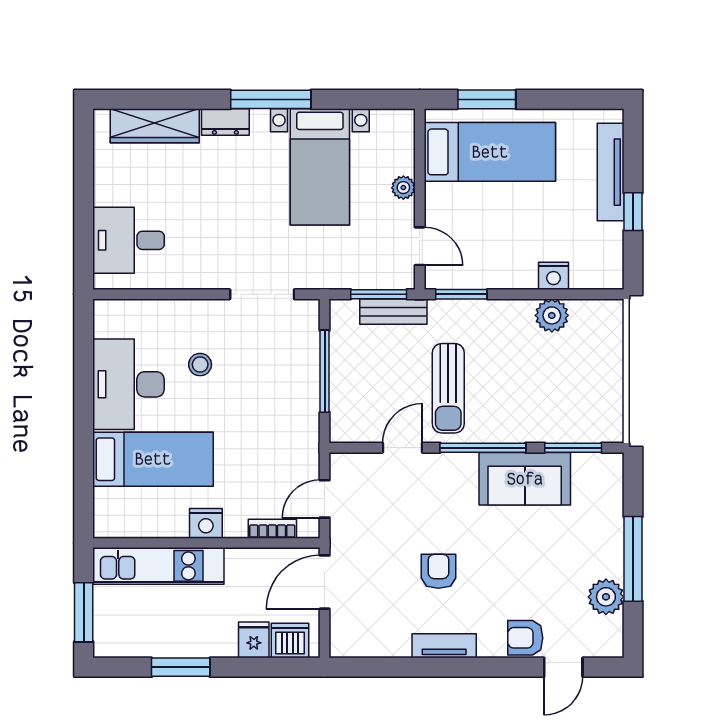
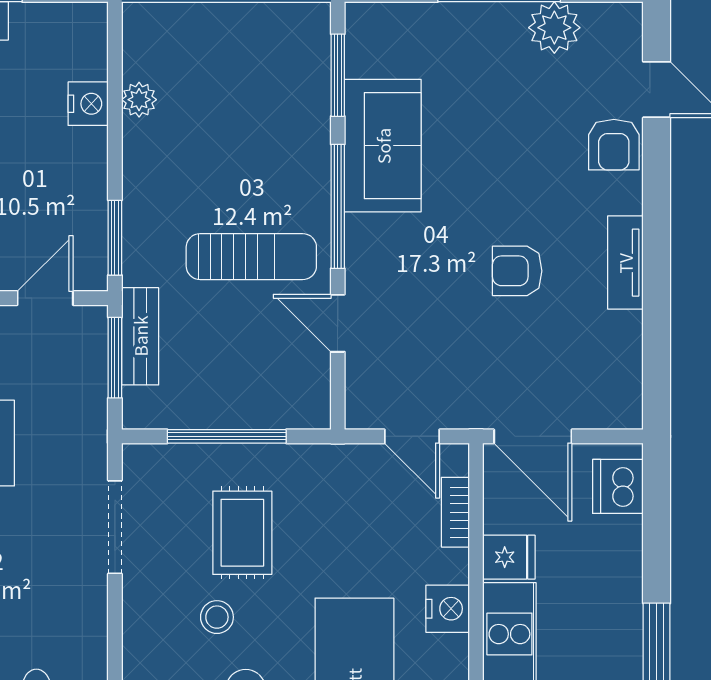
plant: (552, 315) -> (139, 100), width x0.73, depth x0.73
rug: (258, 382) -> (242, 533), added
fridge: (254, 640) -> (509, 557), moved, turned 180

